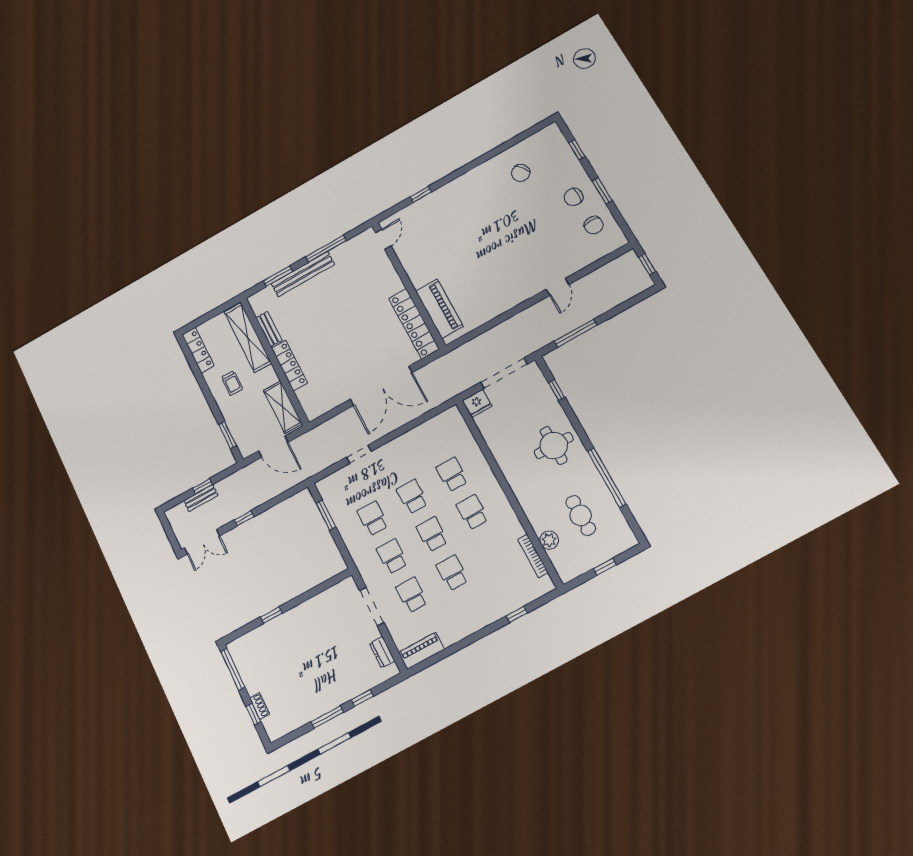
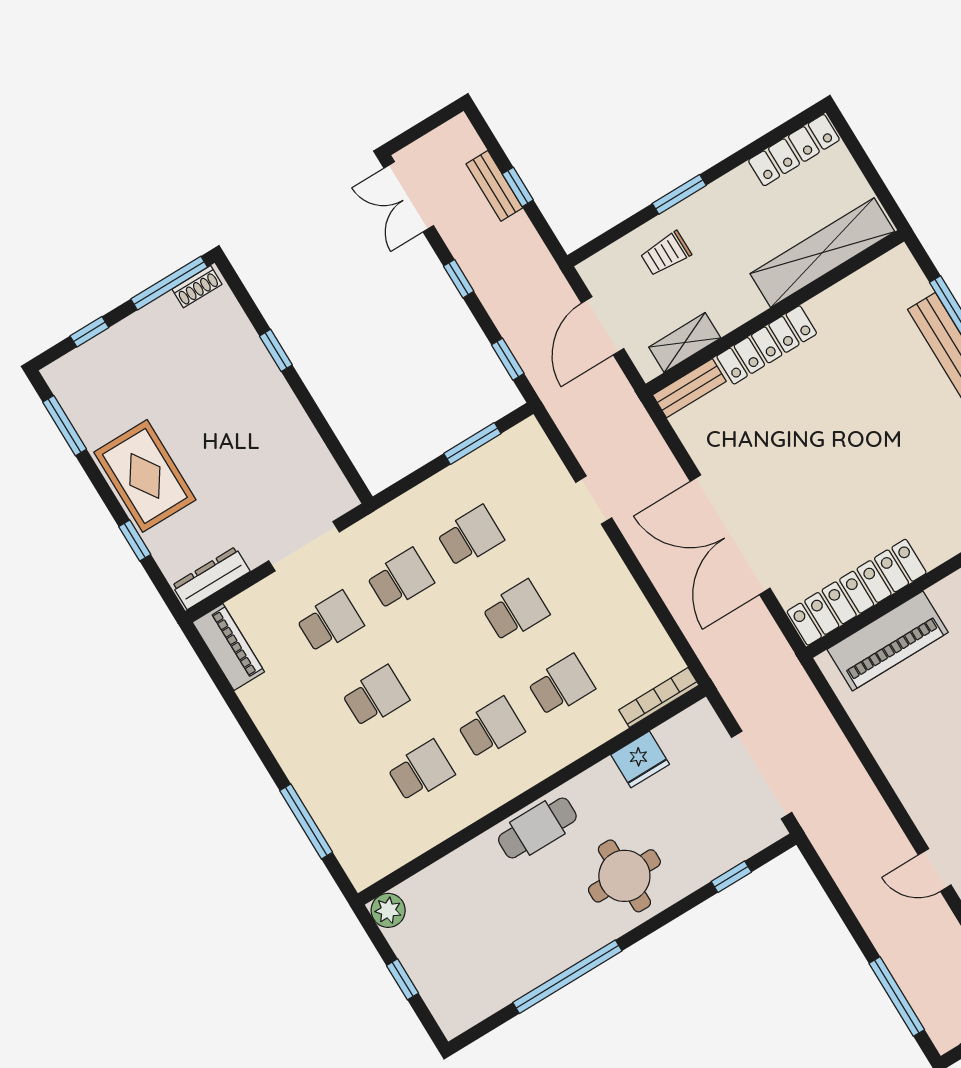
bench: (269, 329) -> (689, 388), moved
window: (576, 333) -> (897, 997), moved
trolley: (232, 383) -> (666, 254), moved
fridge: (477, 403) -> (640, 759), moved, turned -90
shelving: (283, 407) -> (685, 342), width x0.67, depth x0.75
window: (228, 435) -> (679, 194), moved
window: (286, 495) -> (508, 359), added
cafe table: (581, 515) -> (537, 828), moved
school desk: (432, 534) -> (421, 771), moved
plant: (549, 540) -> (388, 910), moved
bookcase: (533, 556) -> (659, 698), moved
window: (517, 614) -> (306, 821), width x2.17
dresser: (382, 652) -> (211, 578), width x1.44
rug: (329, 690) -> (145, 476), added
shoe rack: (260, 706) -> (197, 287), moved
window: (327, 717) -> (65, 426), moved

